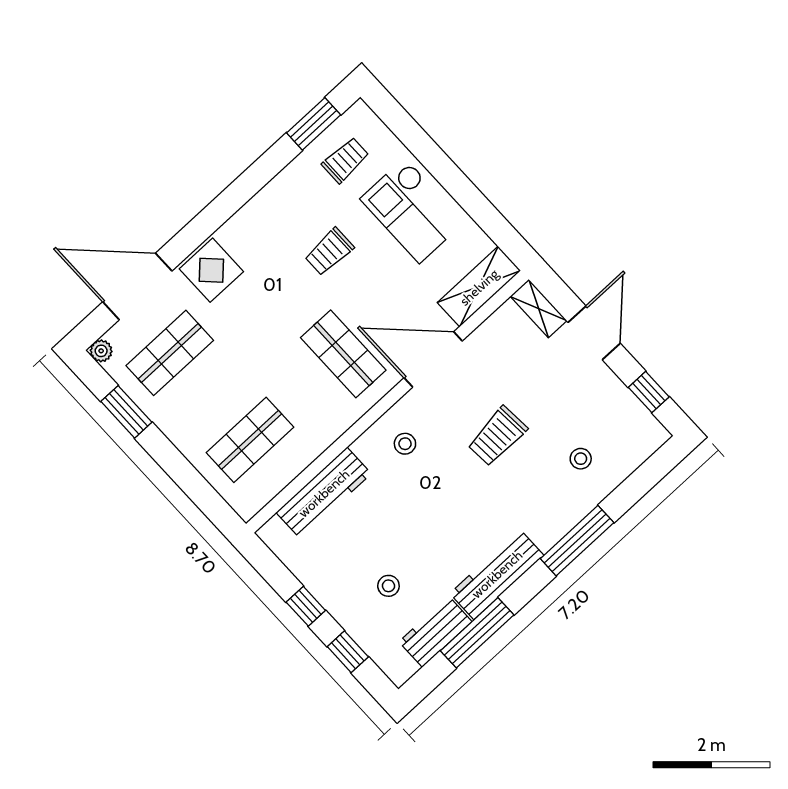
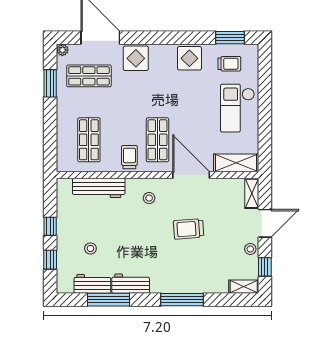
display table: (284, 203) -> (189, 58), added
trolley: (329, 252) -> (129, 157), moved, turned 90
shop shelf: (250, 440) -> (89, 140), turned 90
shelving: (645, 445) -> (244, 287), added
stool: (581, 459) -> (250, 249), moved
workbench: (497, 574) -> (131, 284), width x0.73

